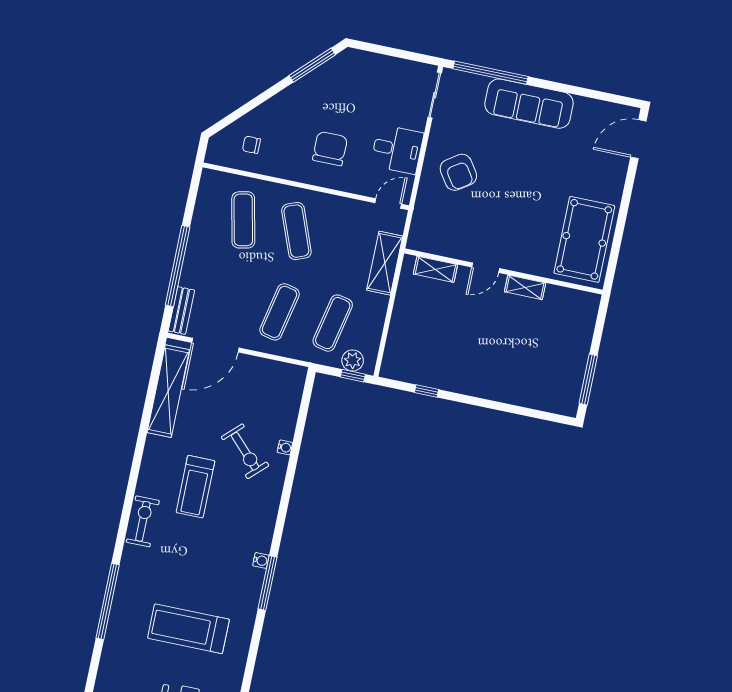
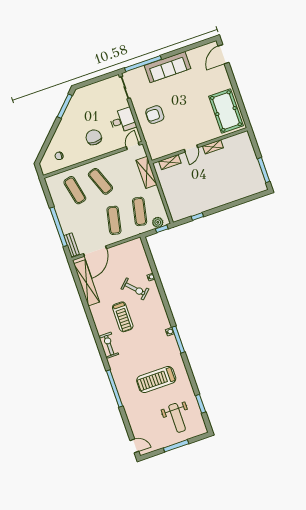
armchair: (458, 172) -> (155, 115), turned 124

